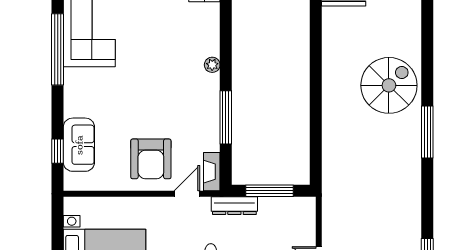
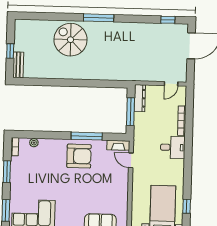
plant: (212, 65) -> (34, 143), moved
armchair: (151, 159) -> (79, 156), moved
dresser: (234, 206) -> (140, 98), moved

